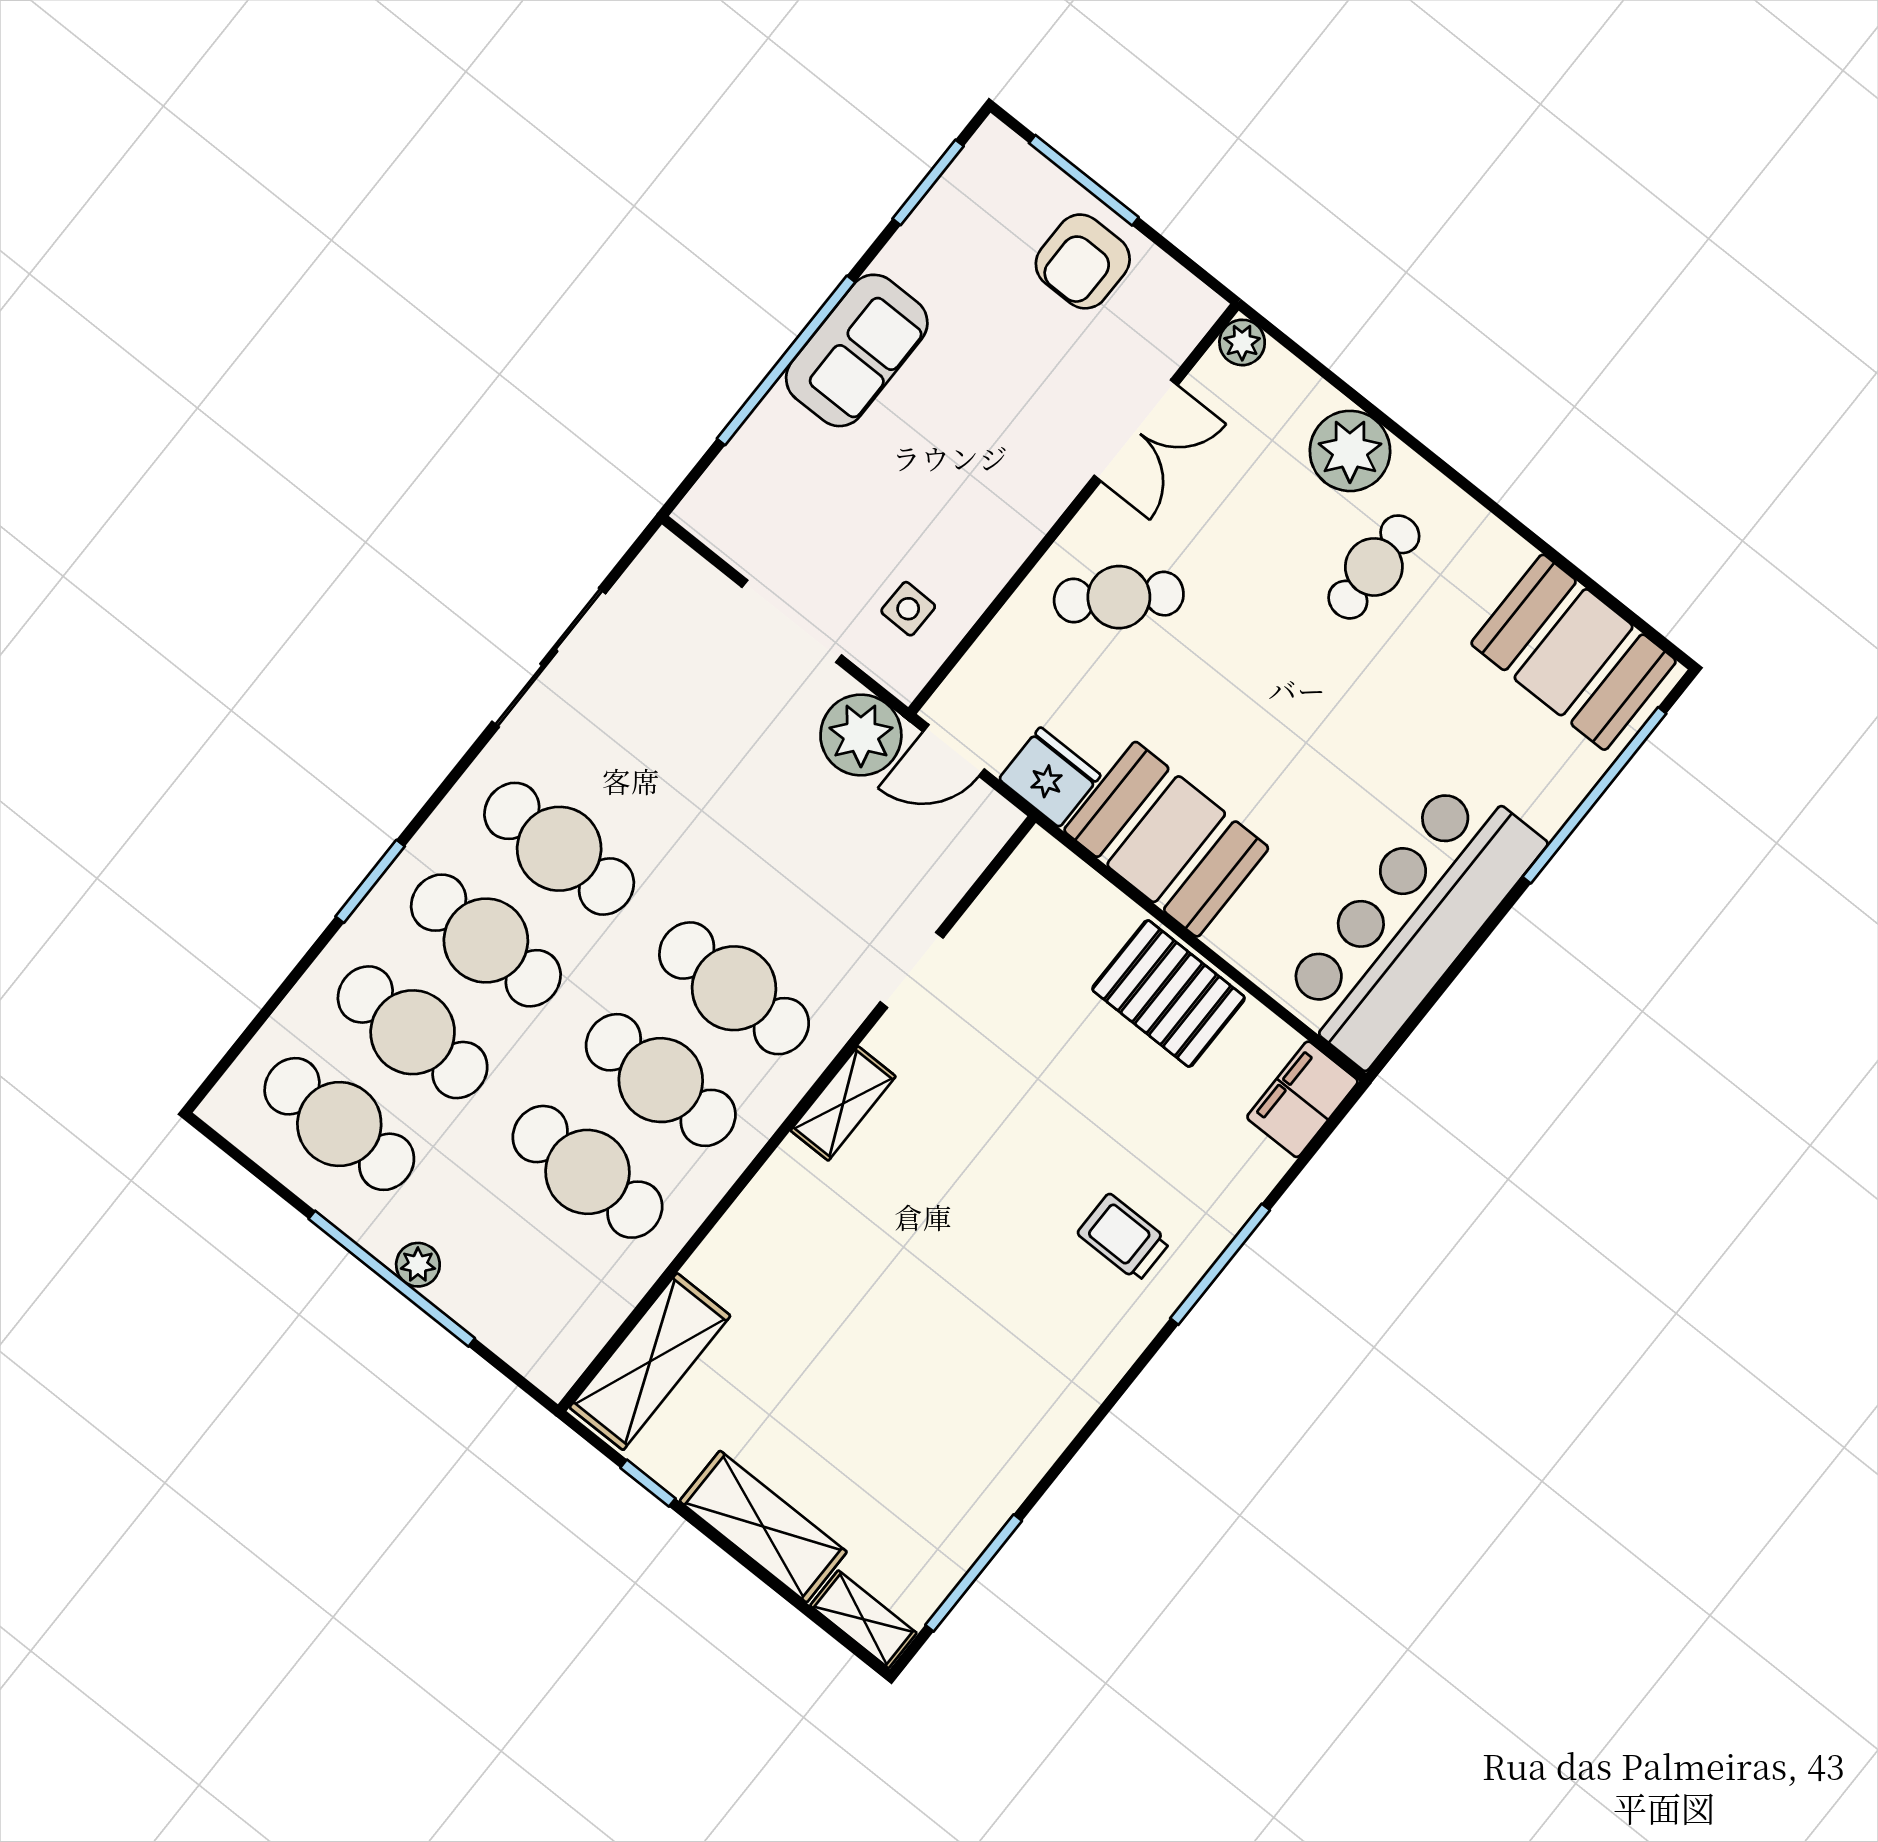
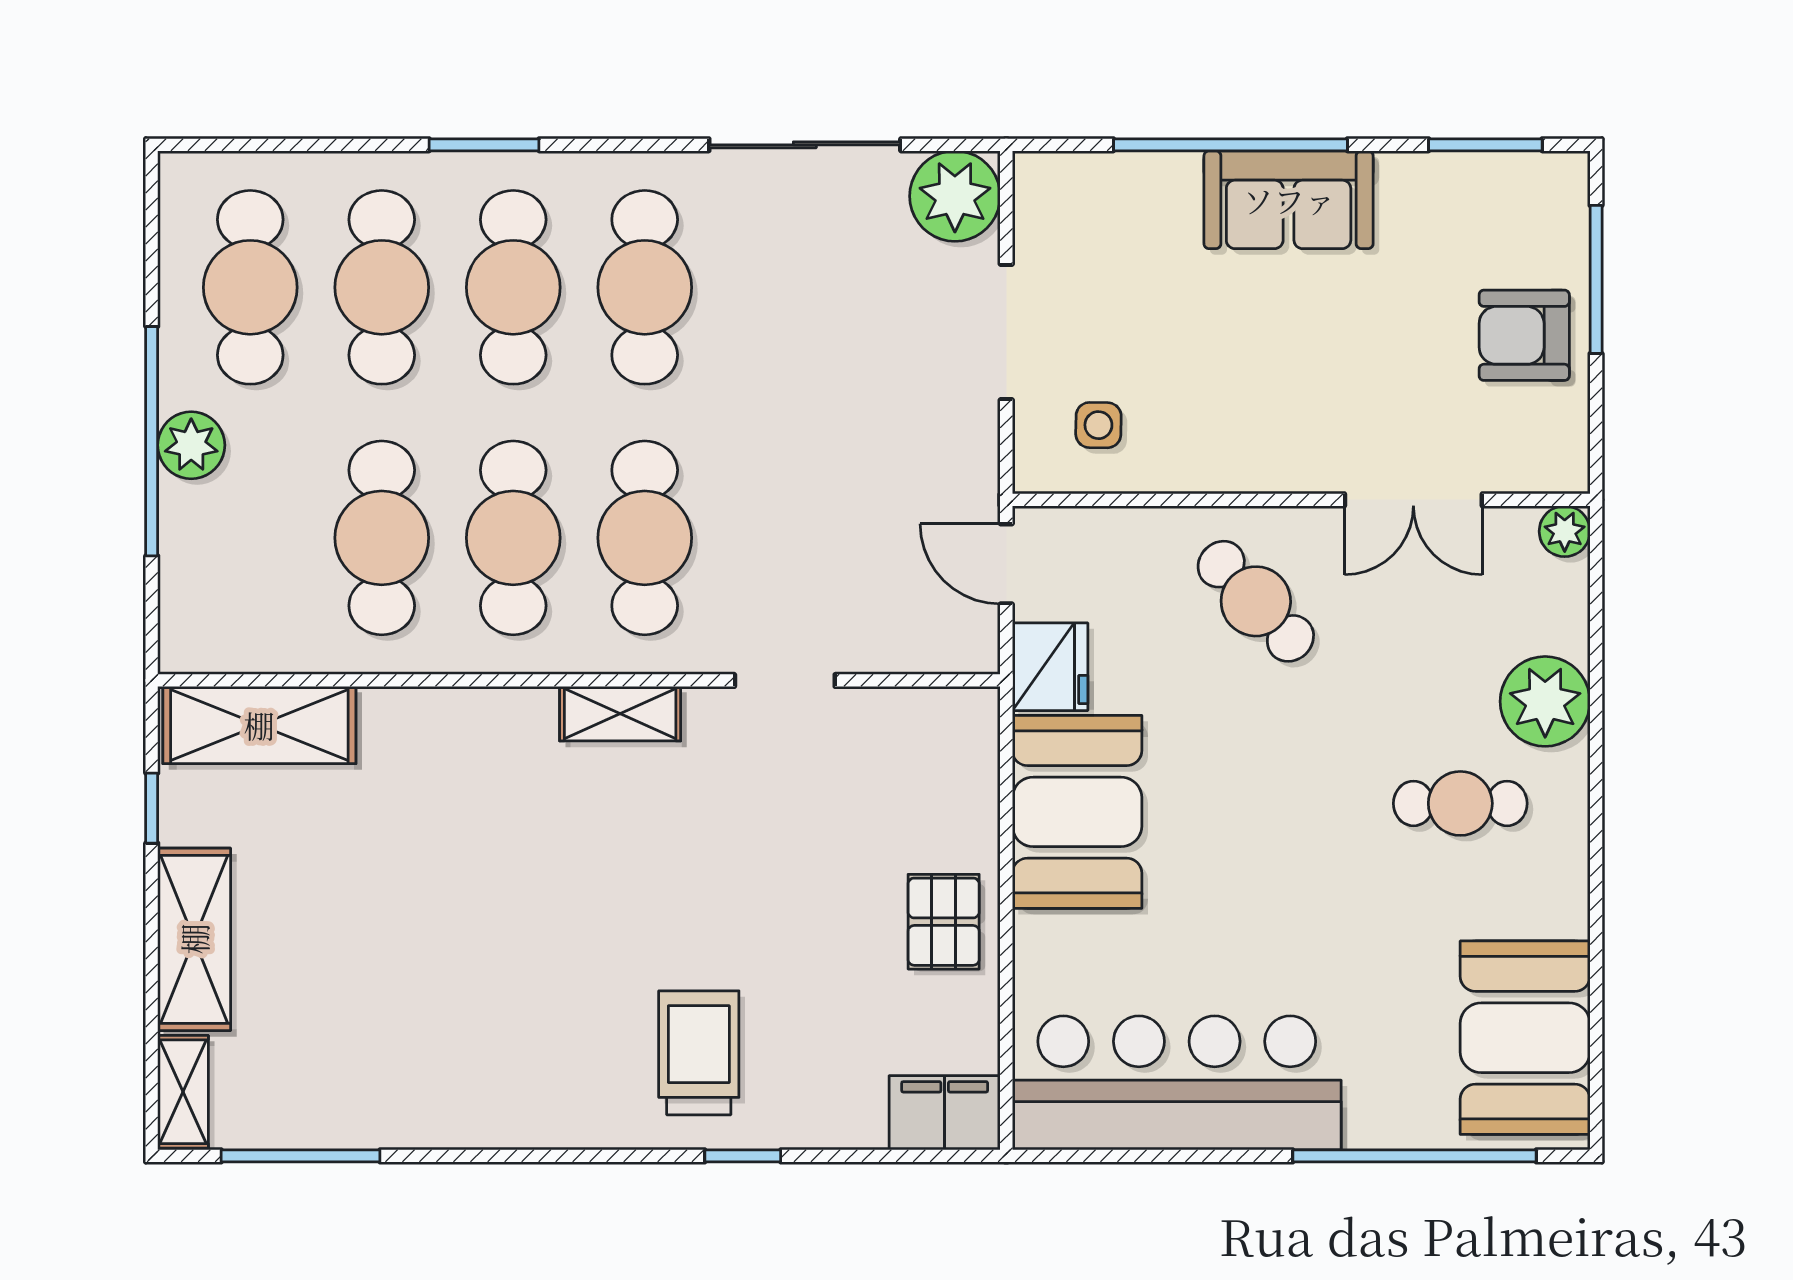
plant: (861, 735) -> (955, 196), moved
pallet: (1169, 994) -> (944, 922), width x0.67, depth x0.71
trolley: (1124, 1237) -> (699, 1053), width x1.36, depth x1.39
window: (1220, 1264) -> (743, 1156), width x0.46
plant: (418, 1265) -> (191, 445), width x1.38, depth x1.38

